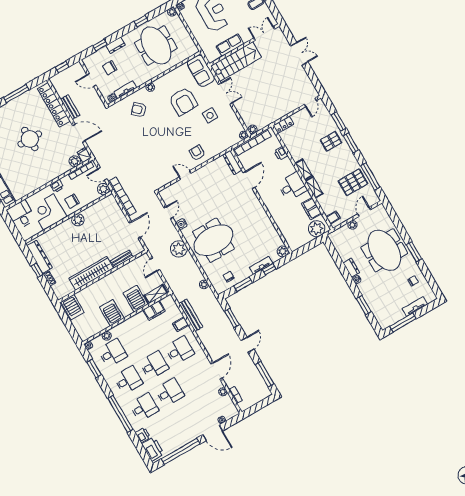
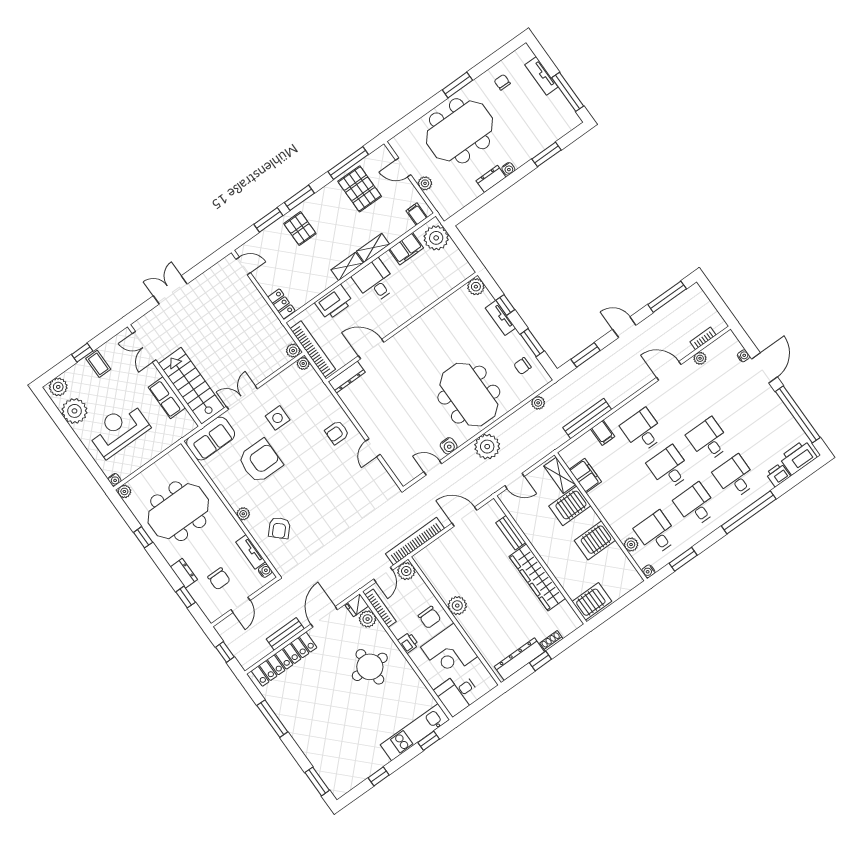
round table: (30, 139) -> (370, 667), moved
printer: (281, 153) -> (334, 302), width x1.87, depth x1.48

